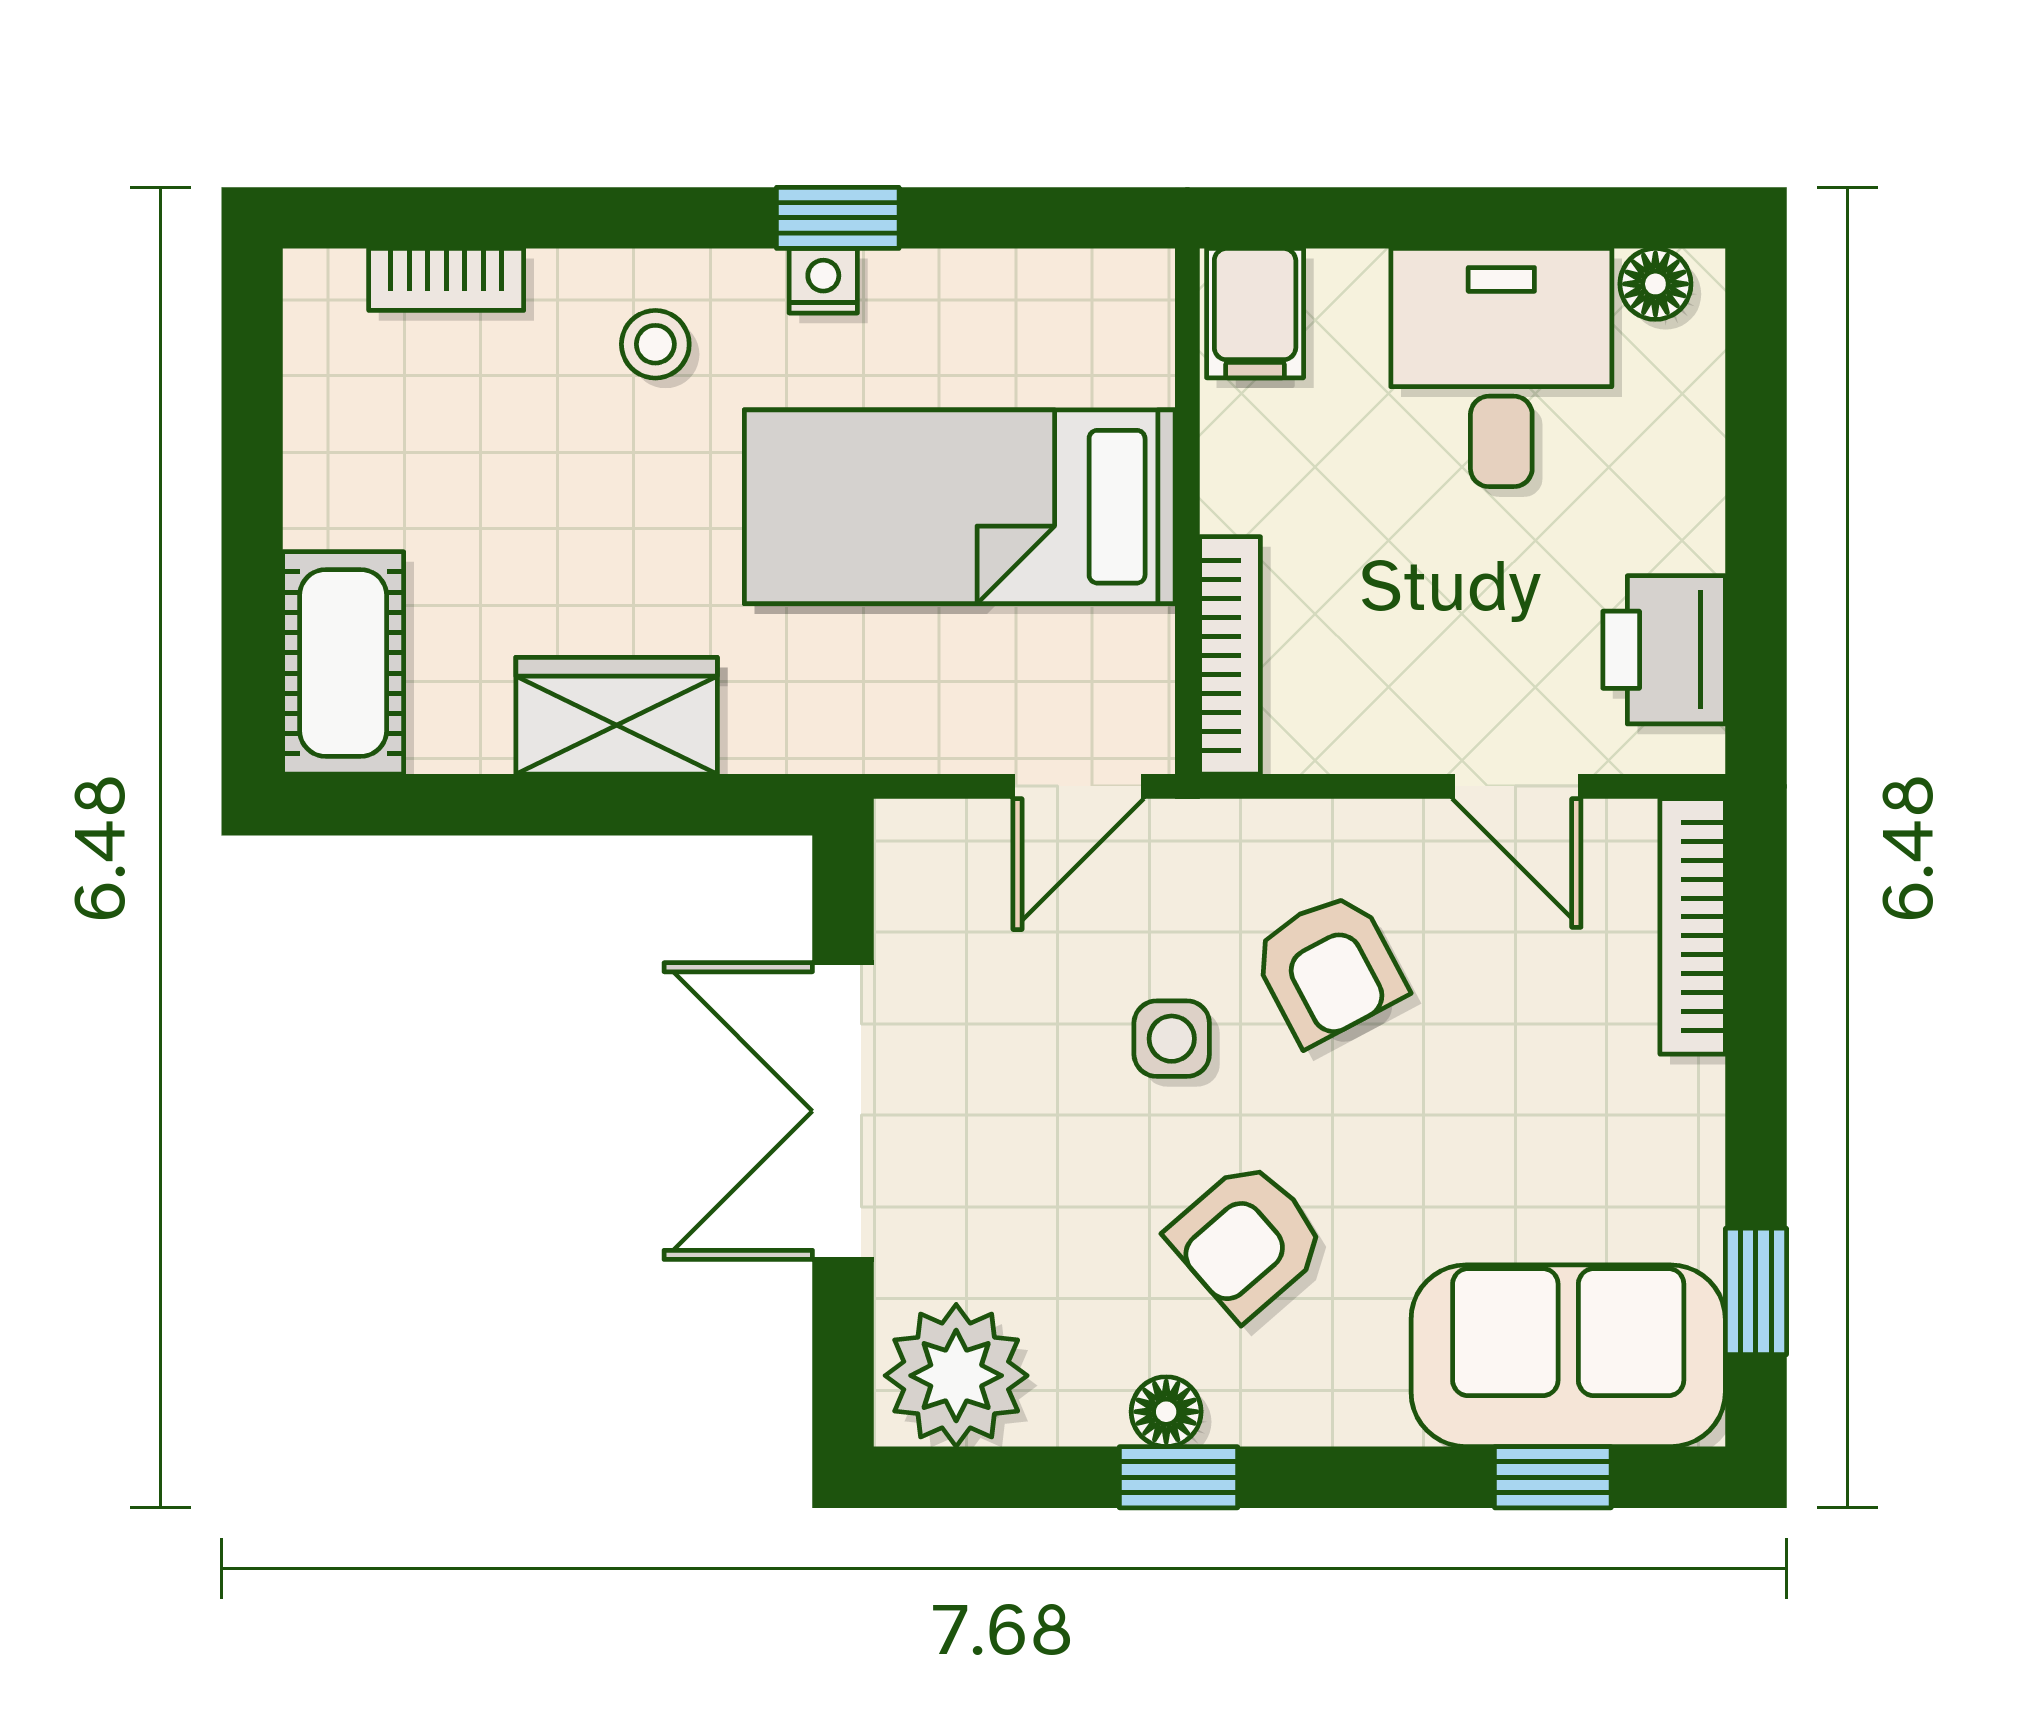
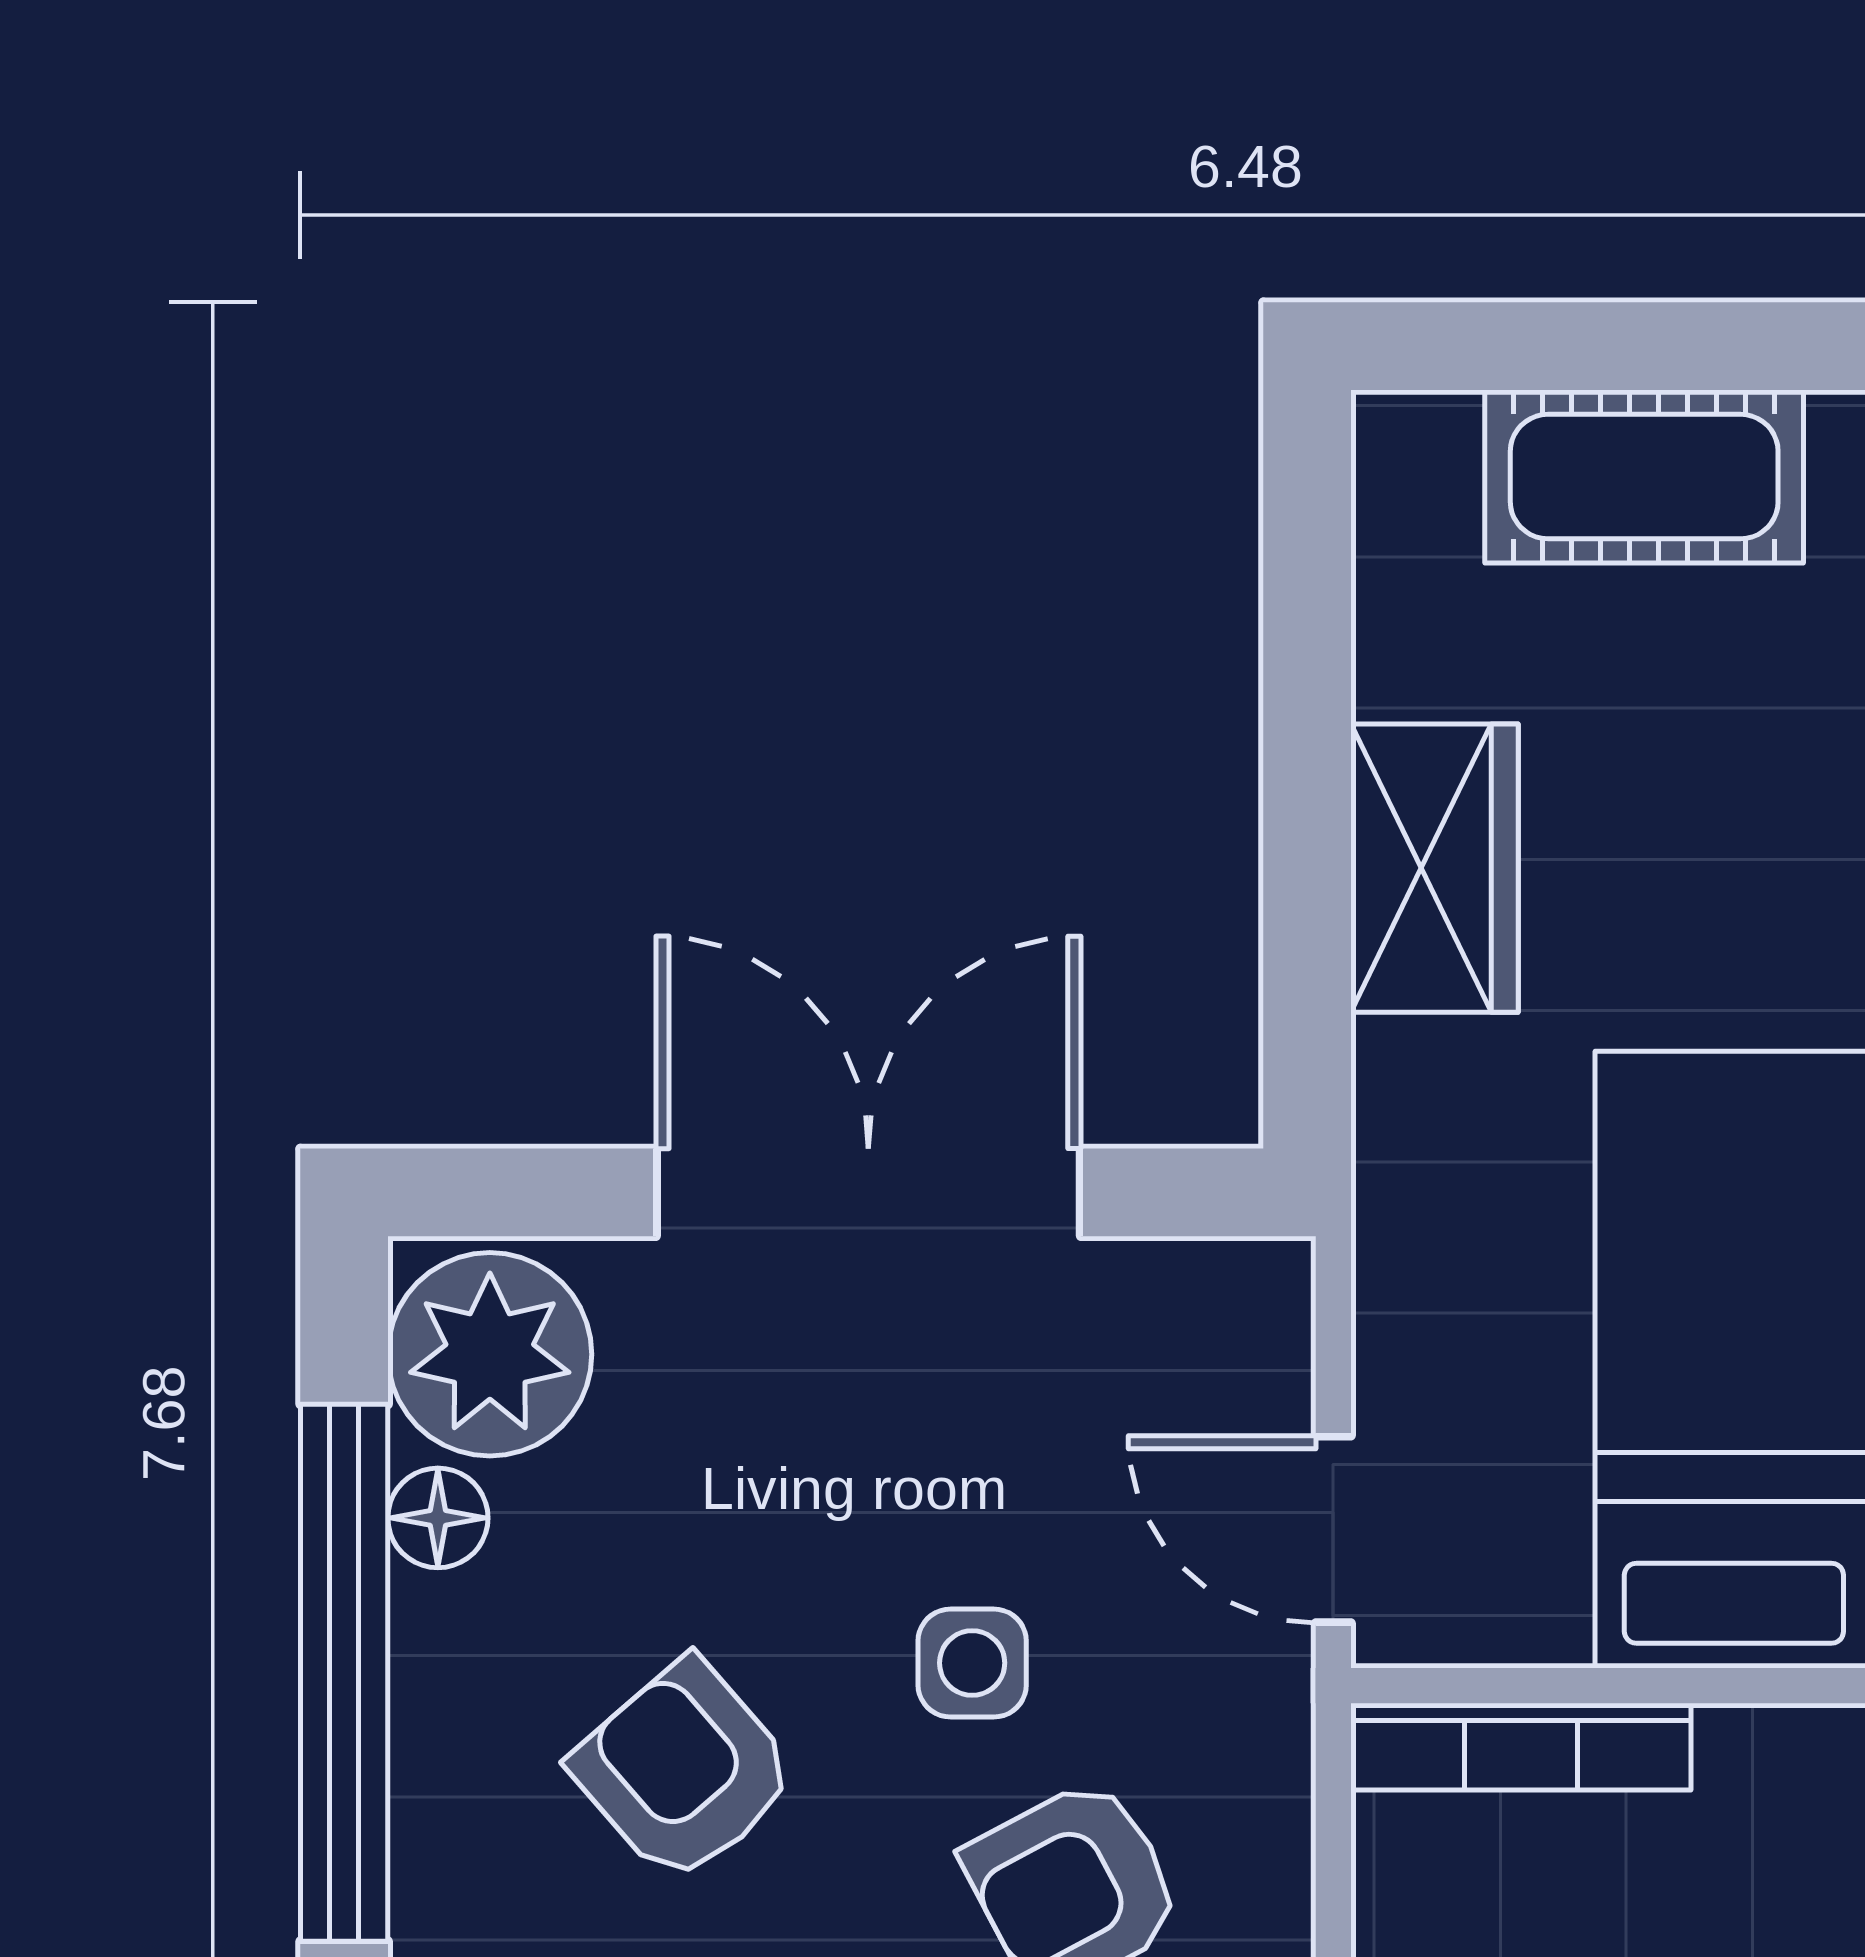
cot: (343, 663) -> (1644, 477), moved
floor lamp: (1166, 1412) -> (438, 1518), moved
window: (1178, 1477) -> (344, 1673), width x3.17

